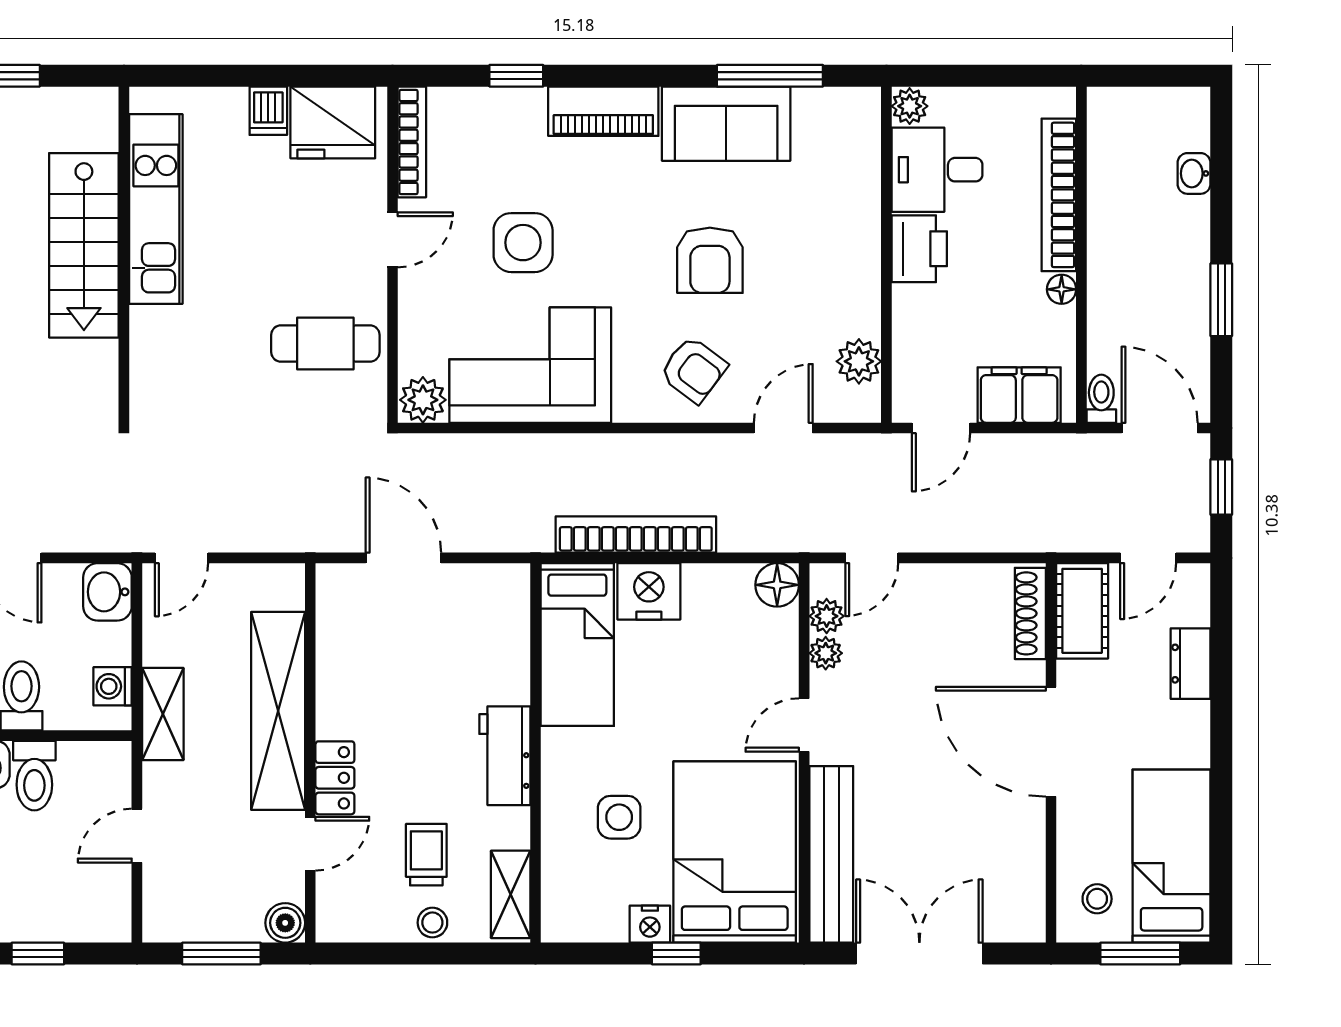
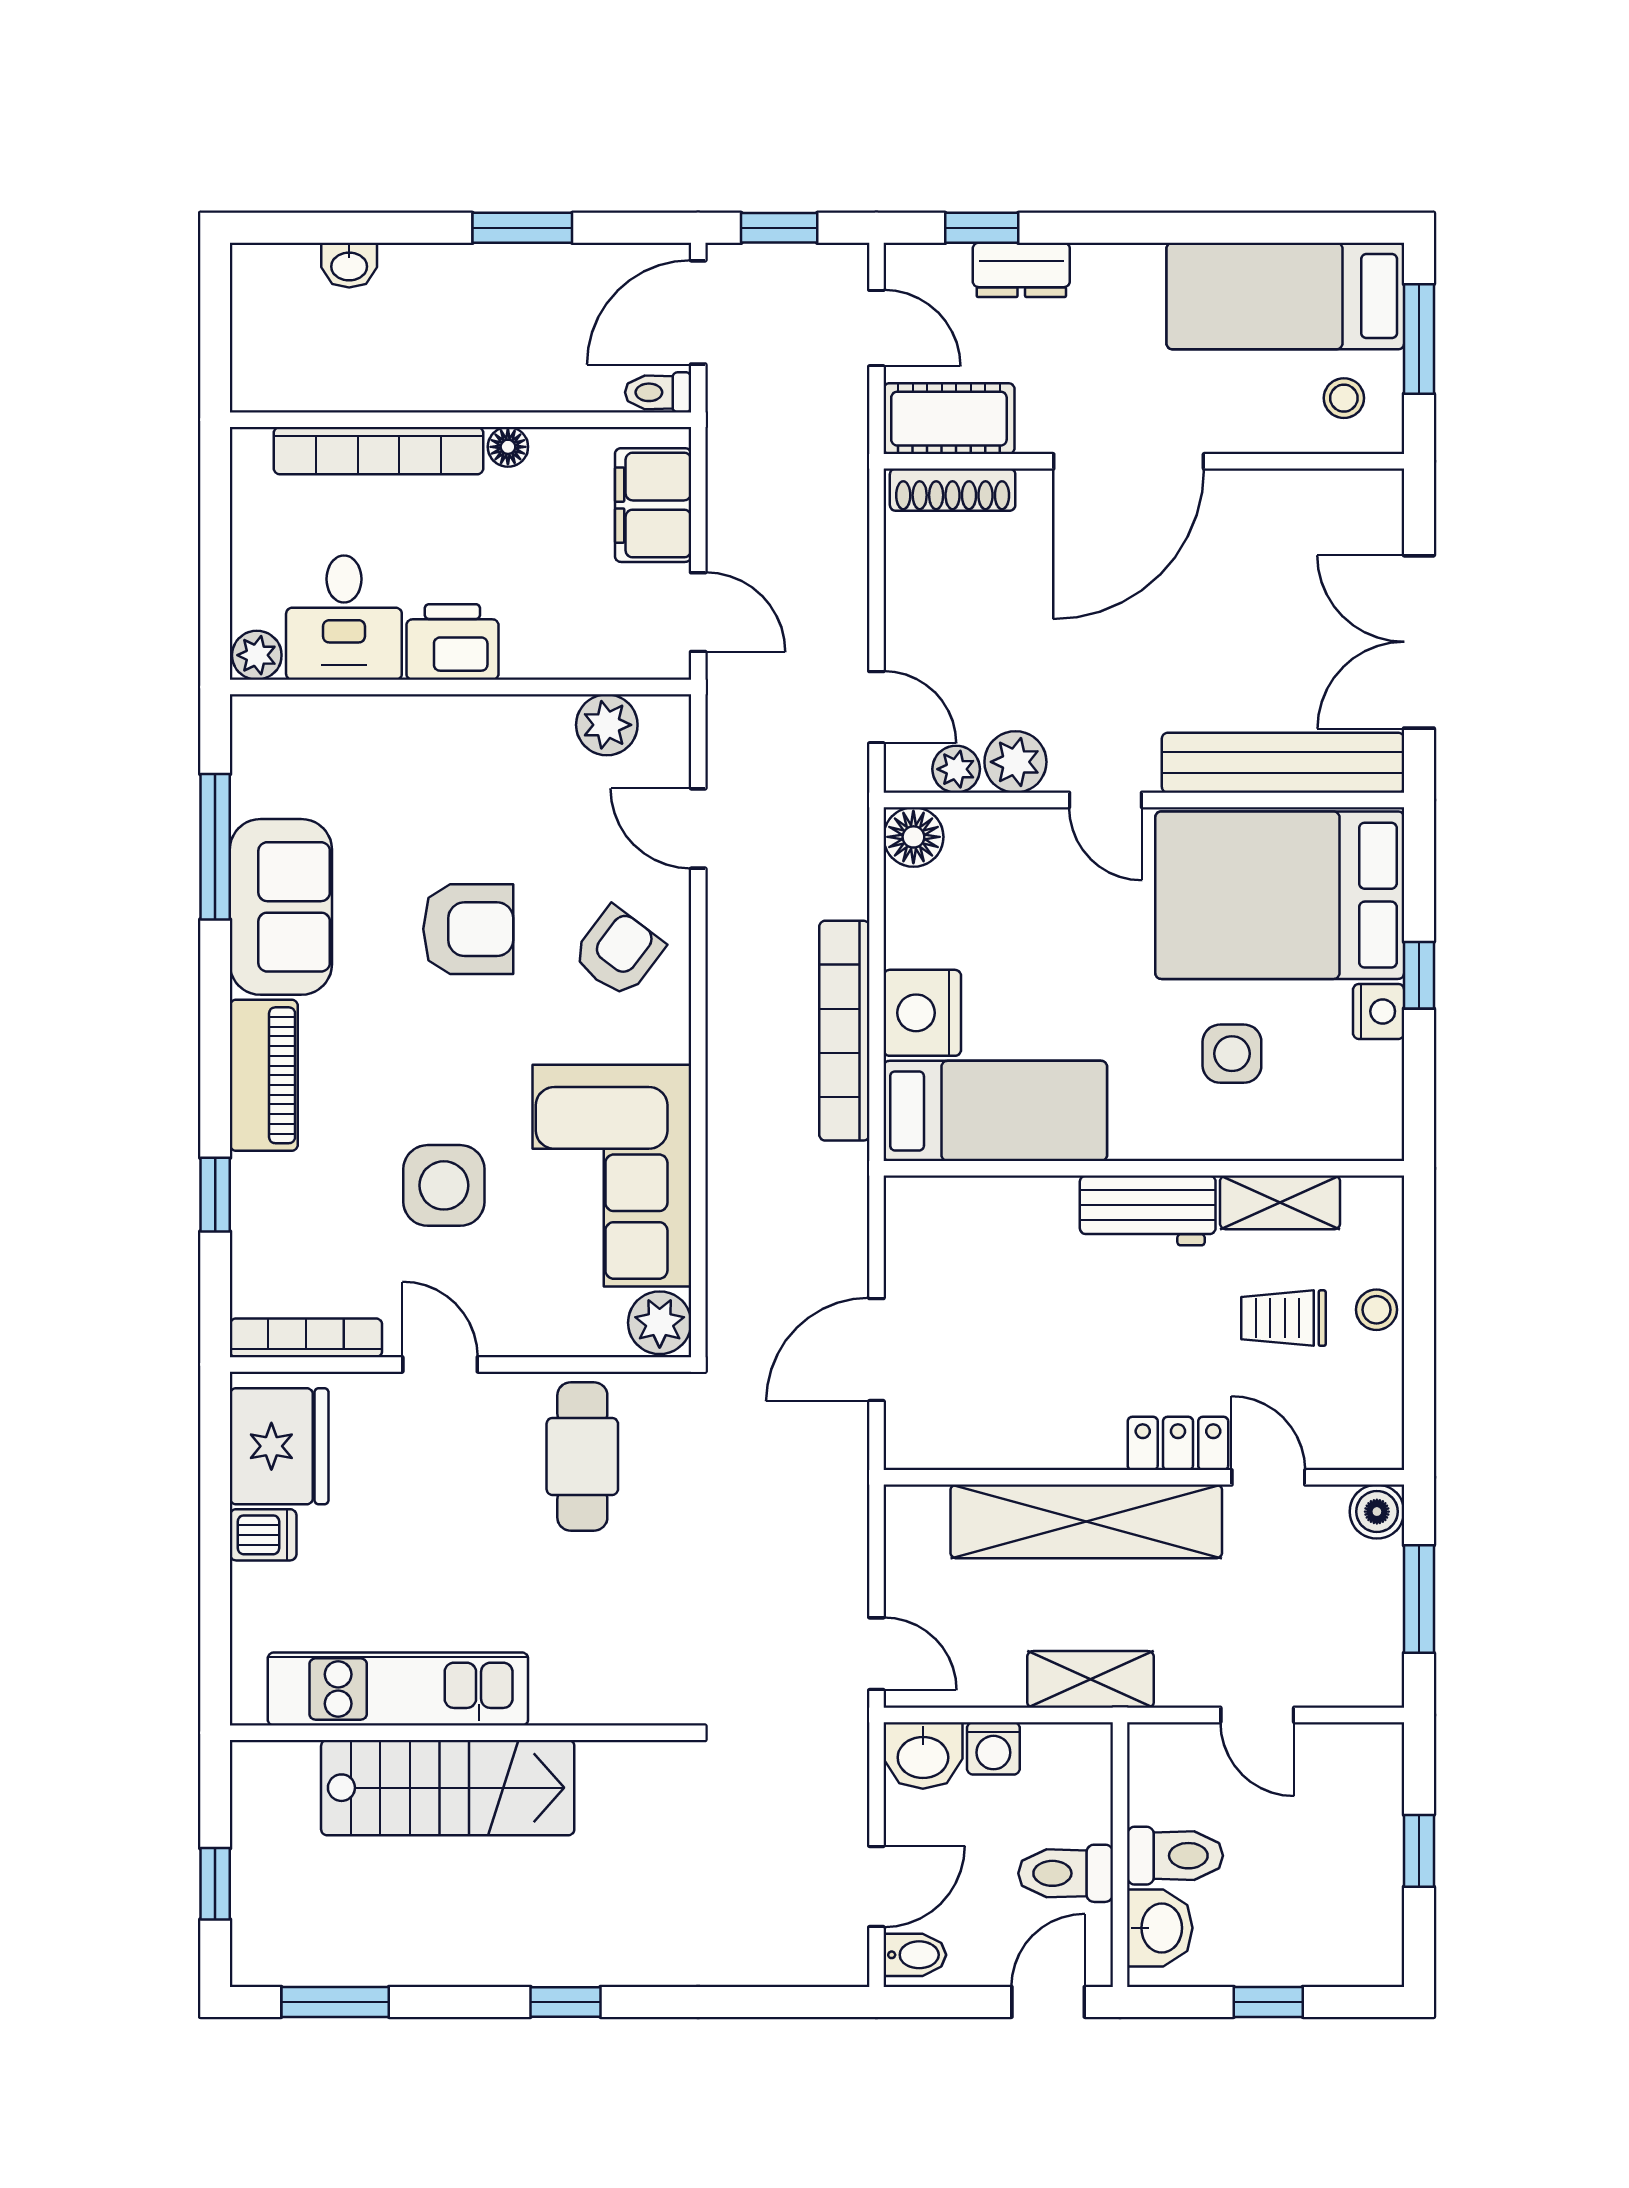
window: (1221, 635) -> (982, 228), added
plant: (826, 653) -> (1015, 762), width x1.38, depth x1.38
washing machine: (113, 686) -> (993, 1748), moved
shelving: (511, 894) -> (1280, 1202), moved

